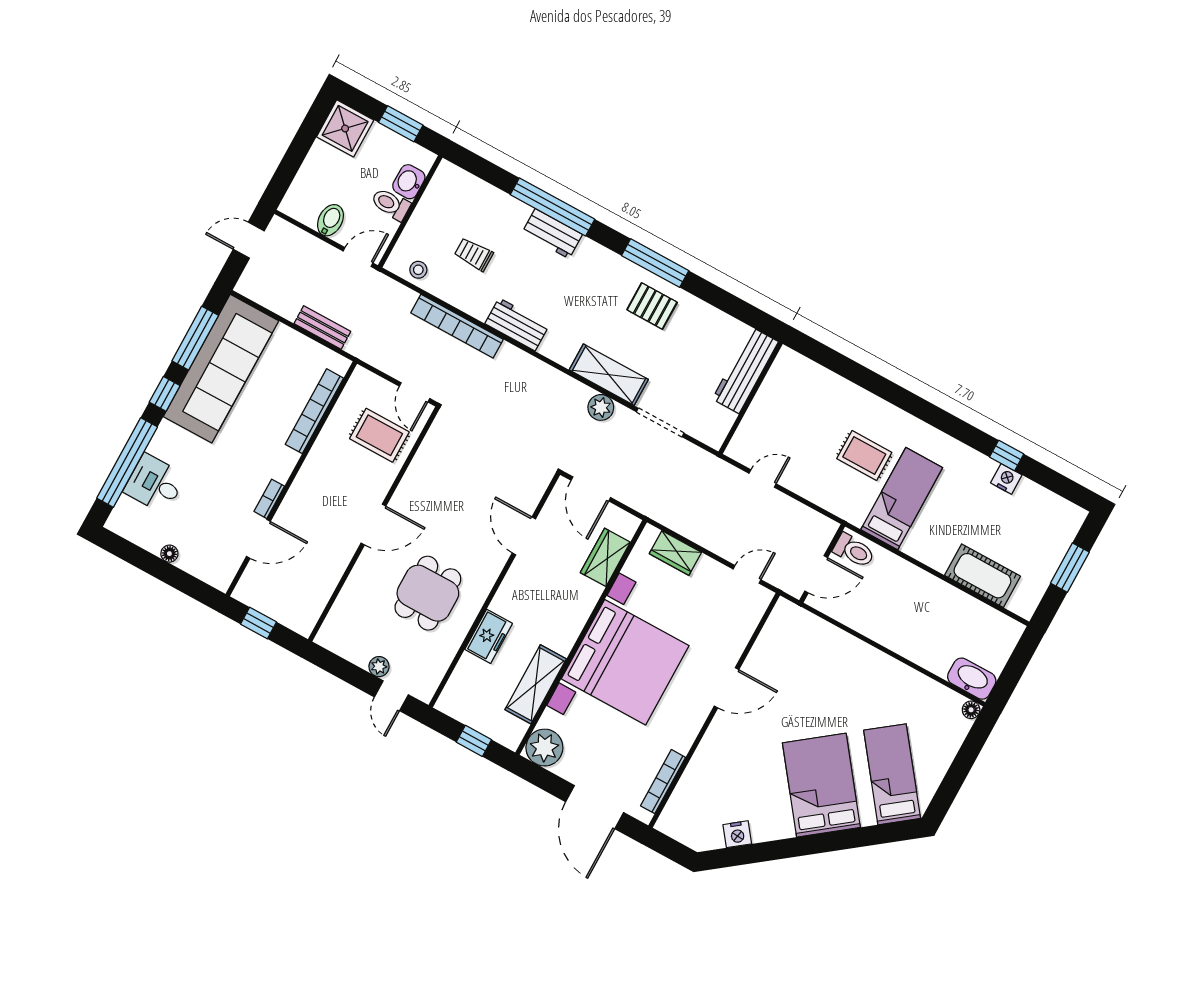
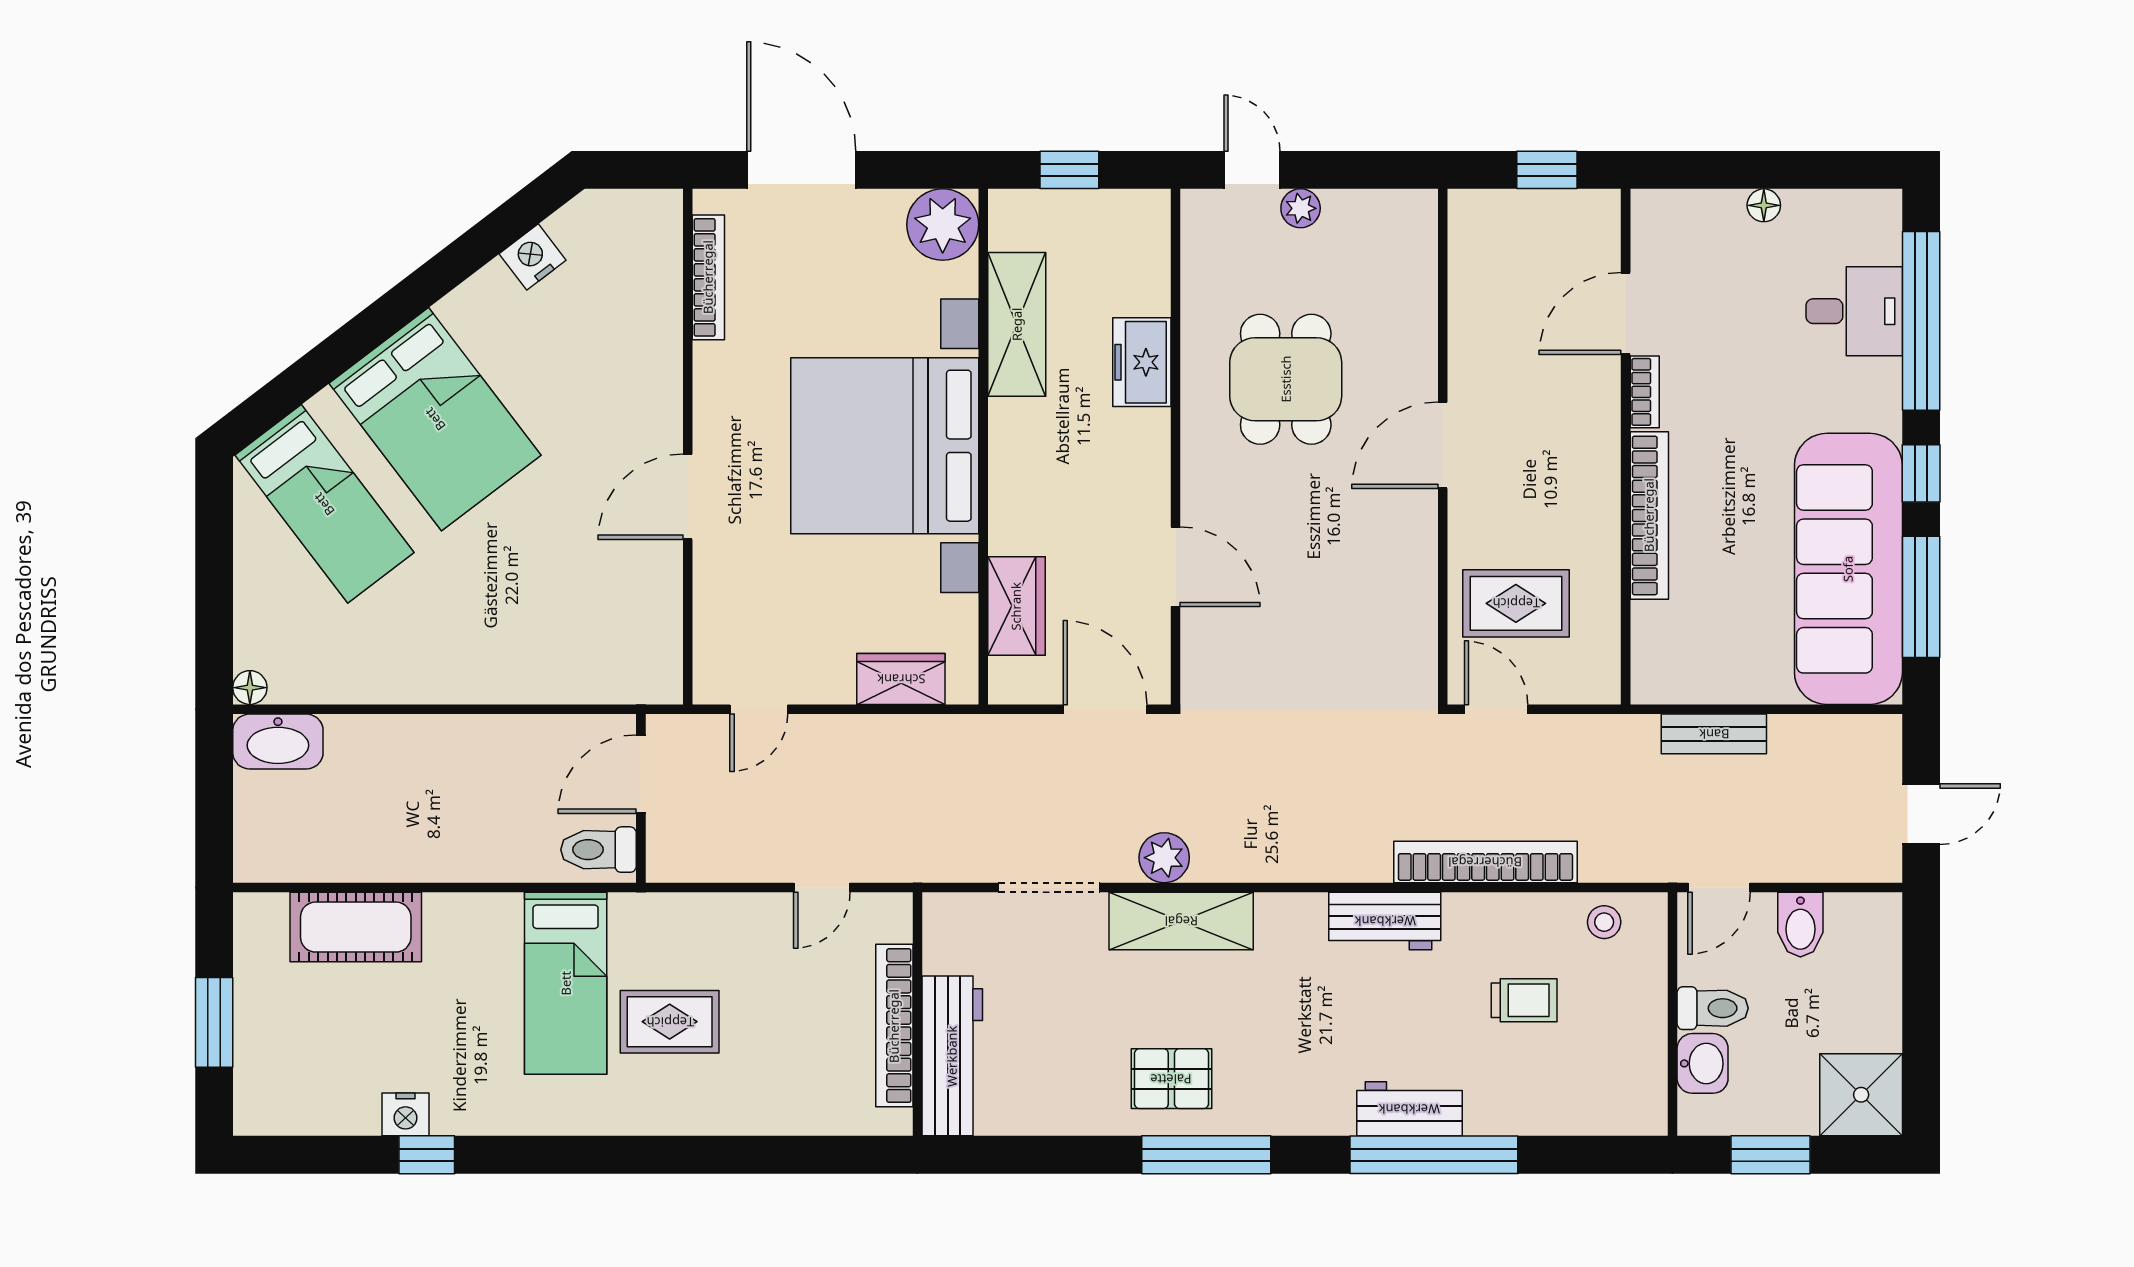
bookcase: (764, 398) -> (894, 1026), added
bookcase: (314, 411) -> (1649, 515), moved

